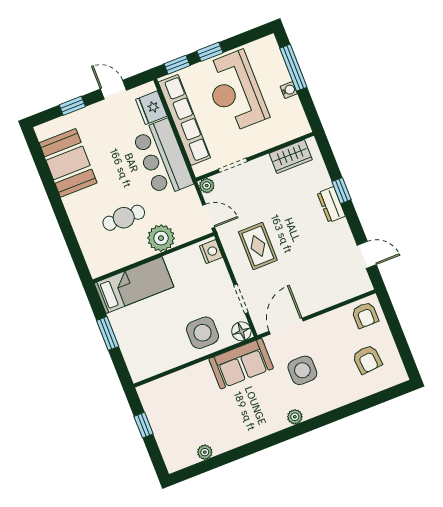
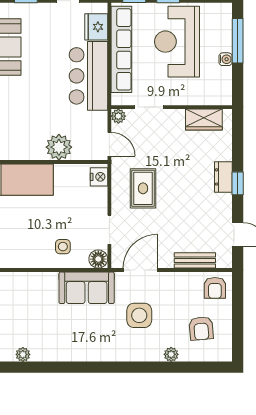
window: (342, 191) -> (238, 183), moved
cafe table: (124, 218) -> (33, 116), removed
bench: (335, 296) -> (195, 260), added
side table: (203, 333) -> (63, 247), width x0.54, depth x0.54
plant: (295, 417) -> (171, 354), moved

